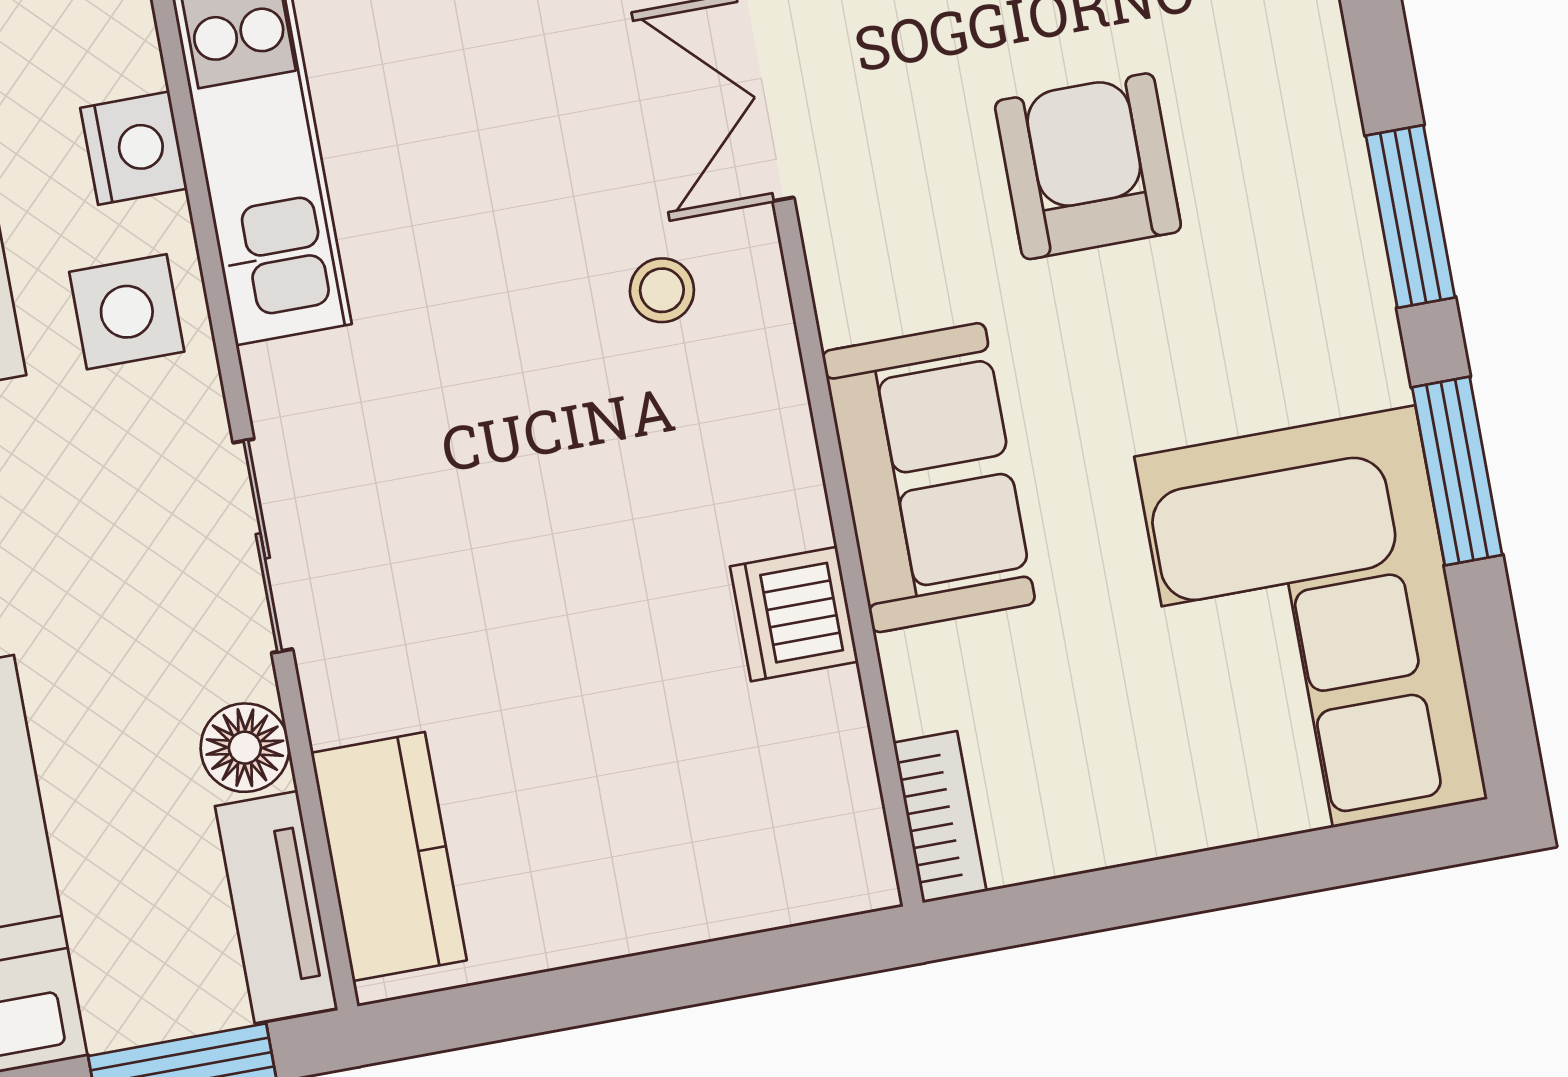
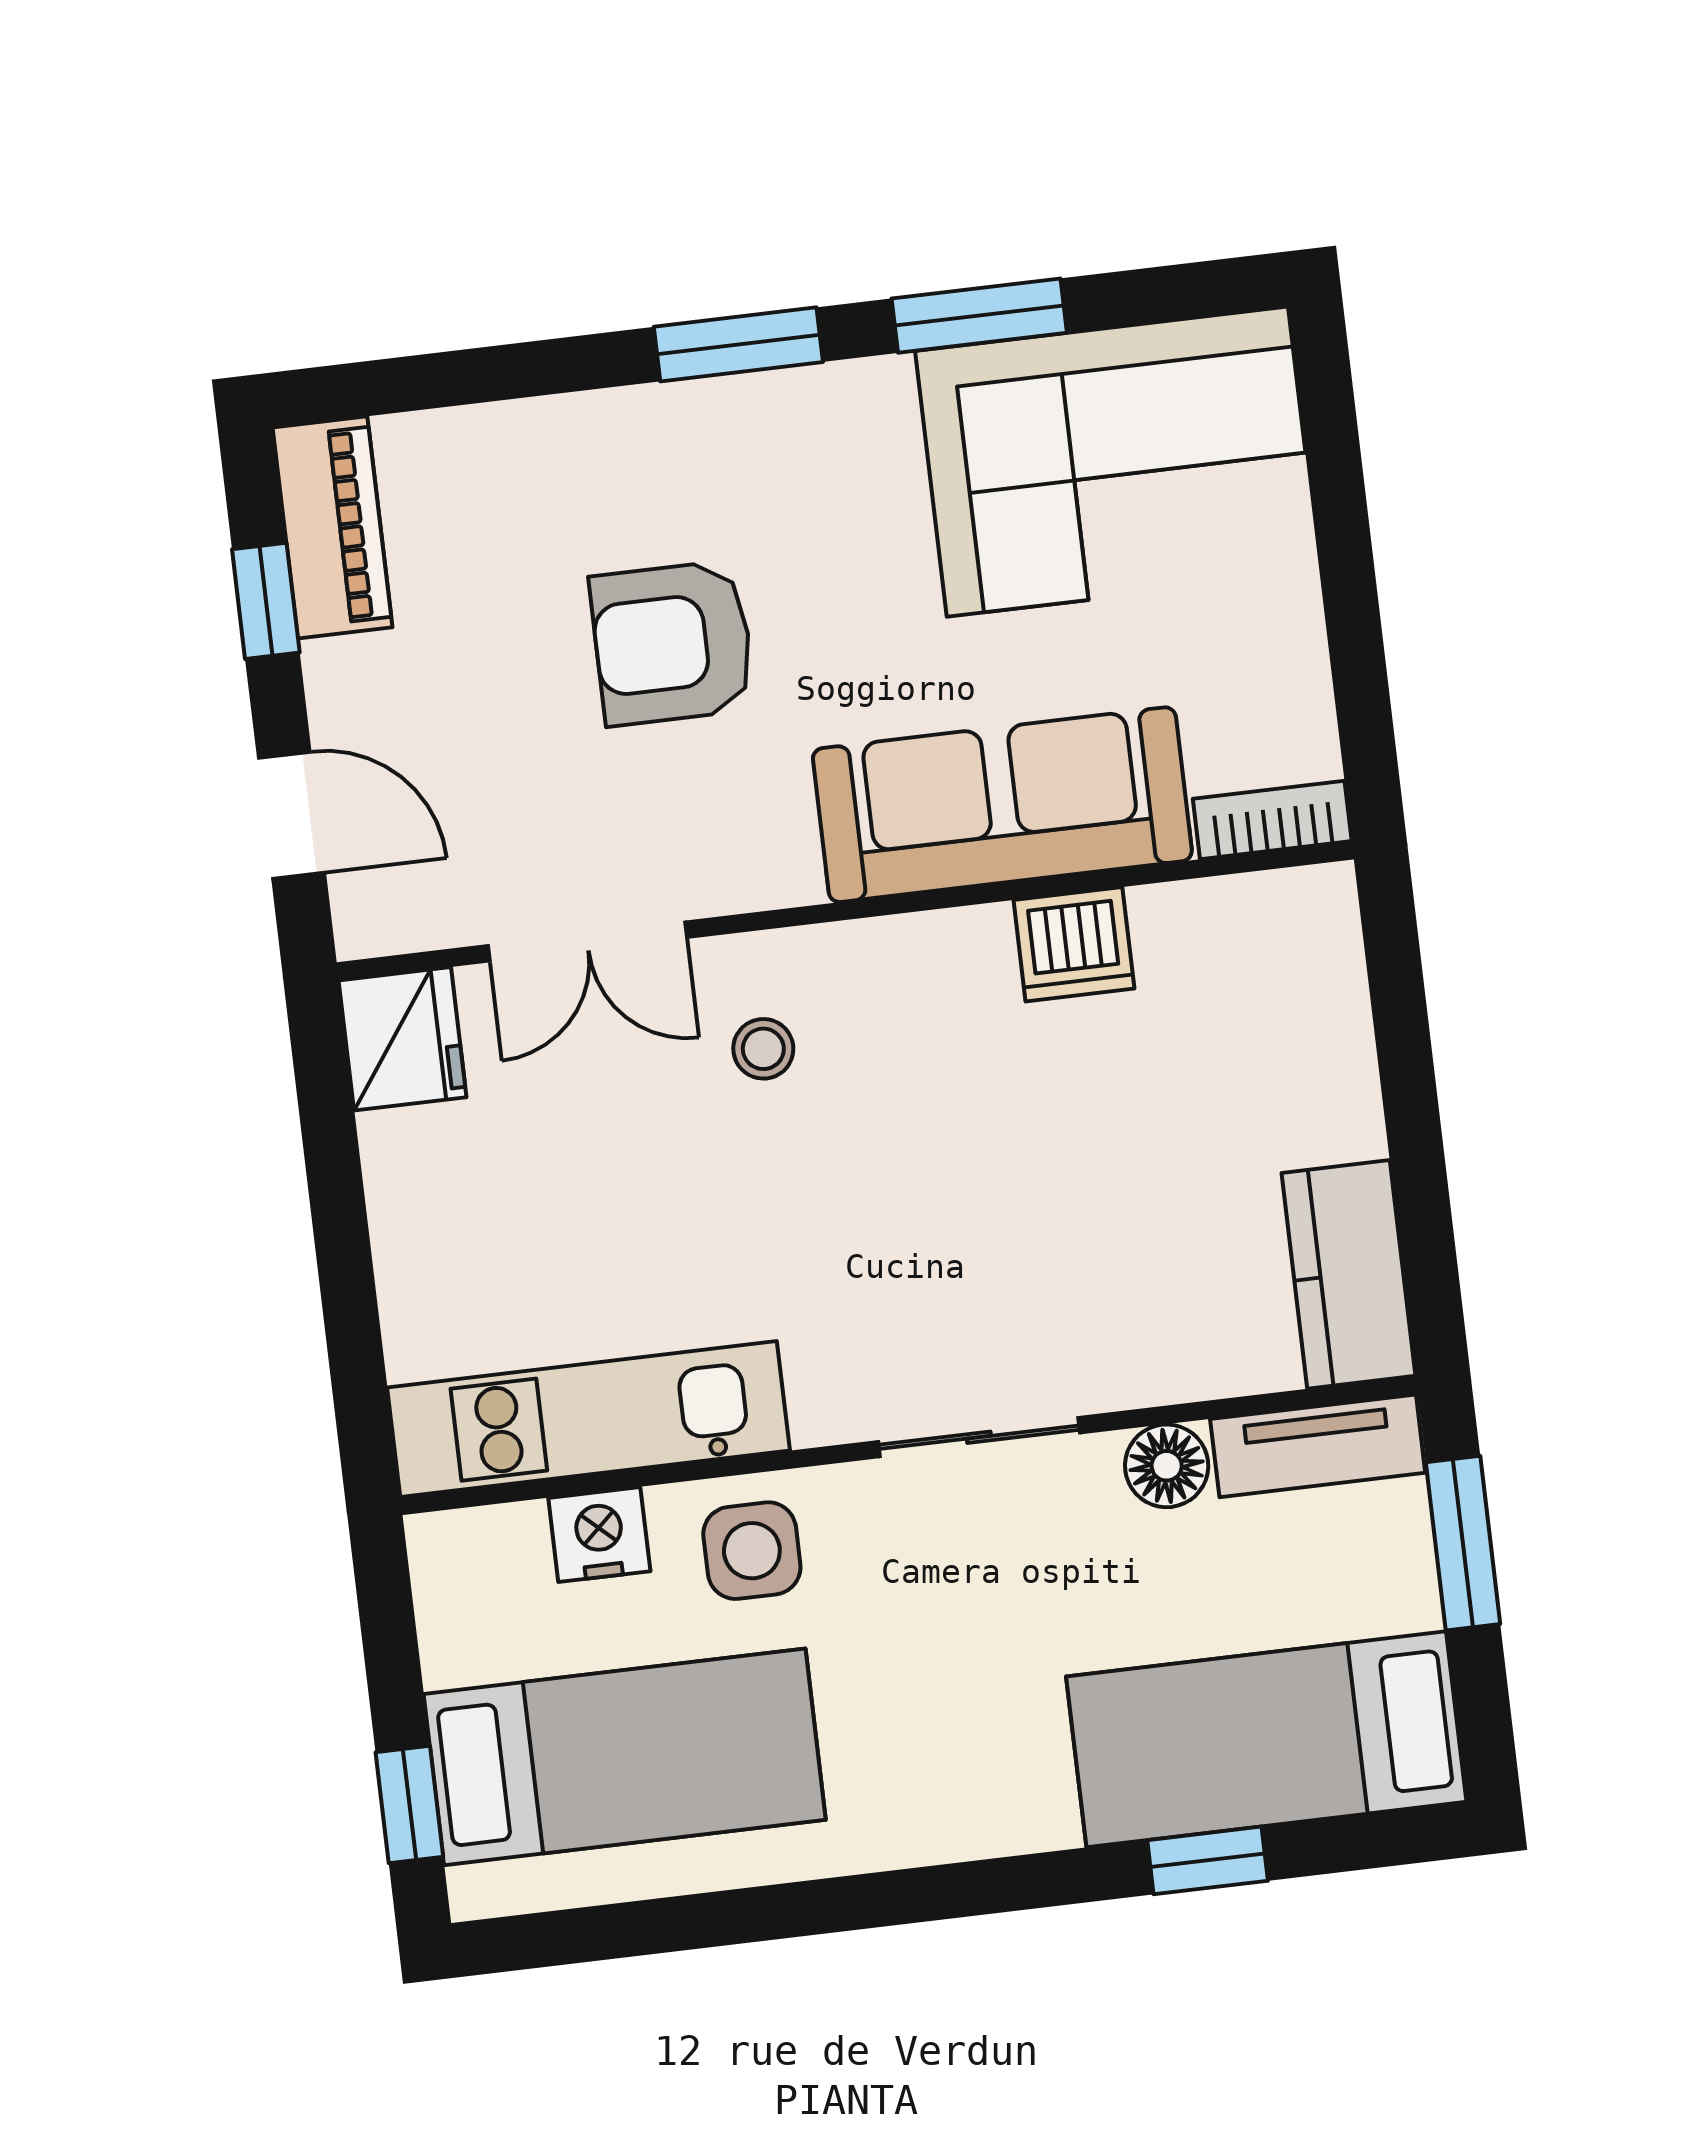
sofa: (929, 478) -> (1002, 805), width x1.36
kitchen counter: (389, 857) -> (1349, 1274), moved, turned -90

